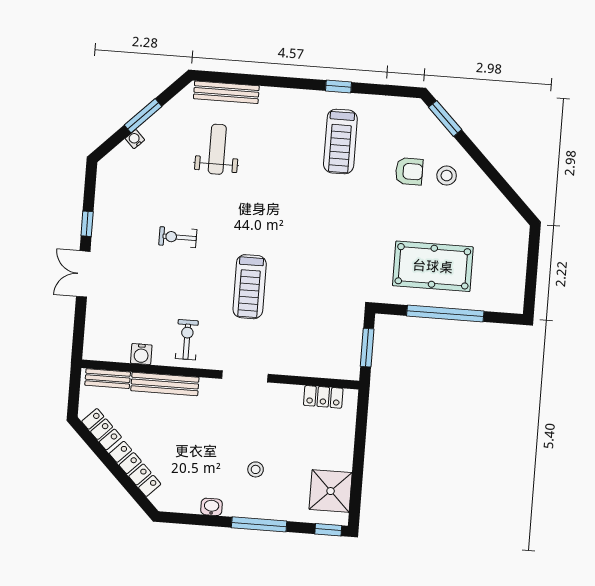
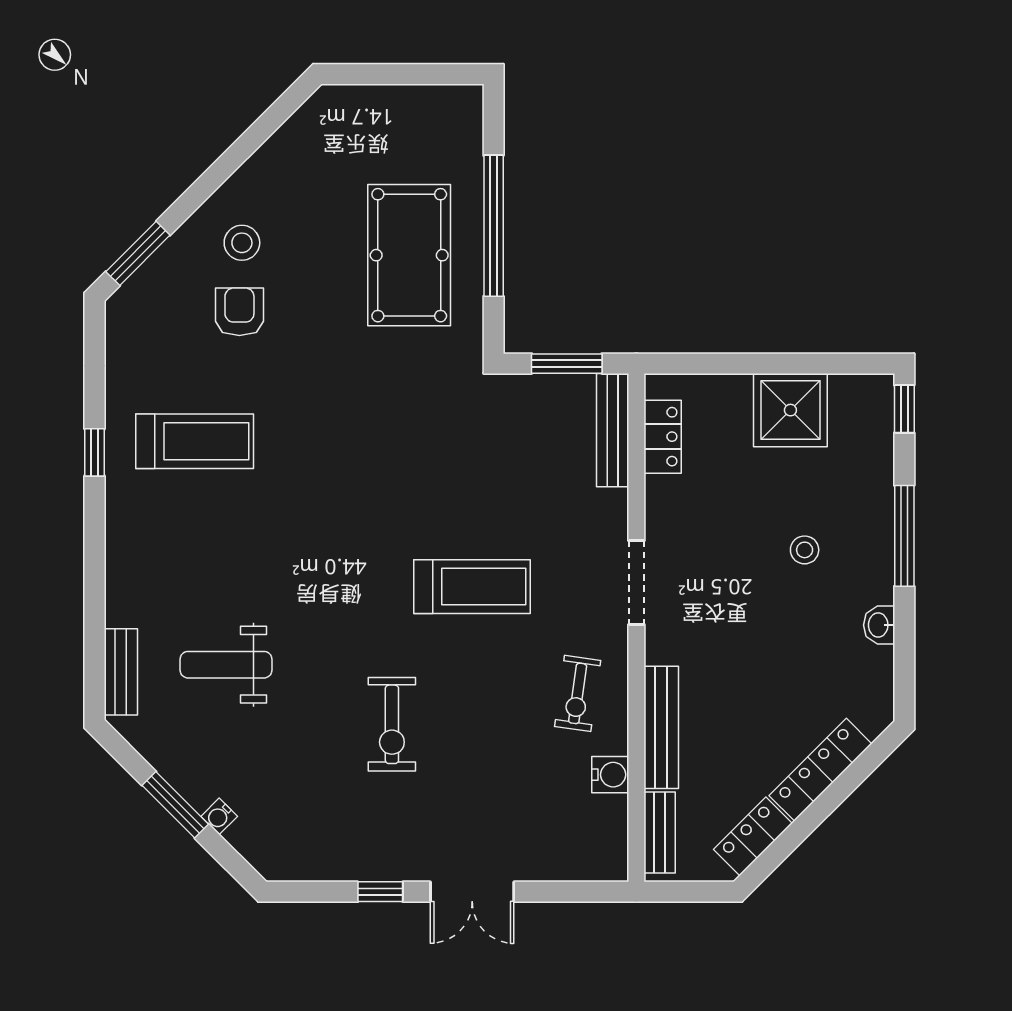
bench: (226, 92) -> (121, 672), width x0.73
exercise bike: (178, 237) -> (392, 724), width x1.38, depth x1.39
exercise bike: (187, 340) -> (578, 693), turned -82
bench: (329, 370) -> (613, 430), added
shower: (331, 491) -> (790, 410), moved

